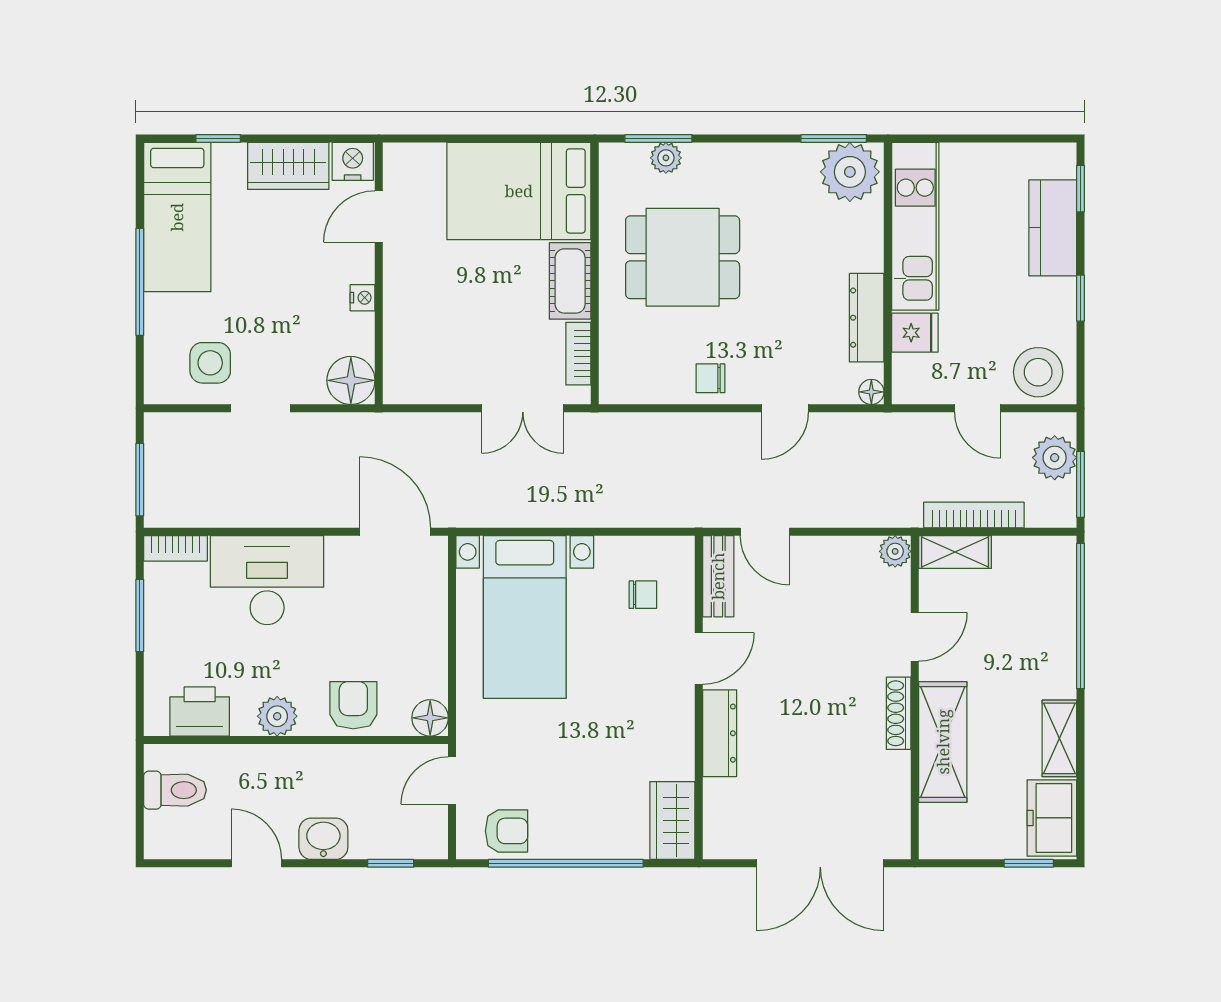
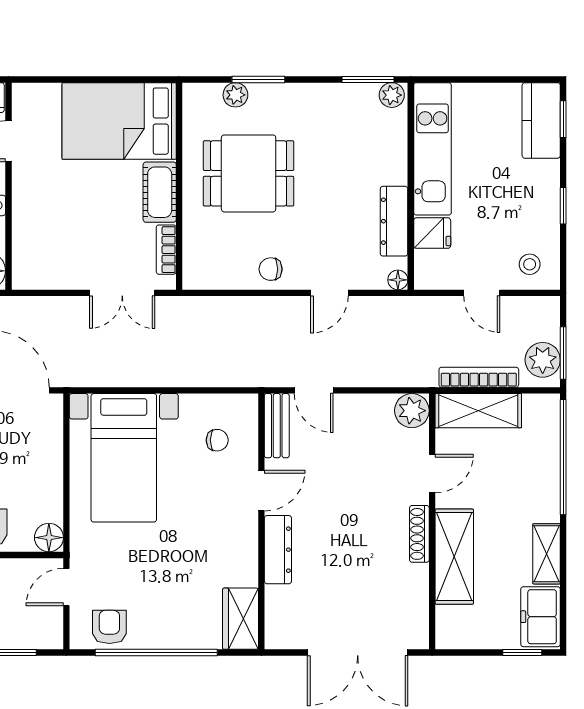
window: (658, 138) -> (258, 80), moved
plant: (850, 172) -> (392, 95), width x0.53, depth x0.53
kitchen counter: (1053, 228) -> (541, 120), moved
stool: (1038, 372) -> (530, 264), width x0.53, depth x0.53
plant: (1055, 458) -> (543, 360), moved
plant: (895, 551) -> (412, 411), width x1.38, depth x1.38
shelving: (955, 552) -> (478, 411), width x1.50, depth x1.33
armchair: (507, 831) -> (109, 627), turned -90

